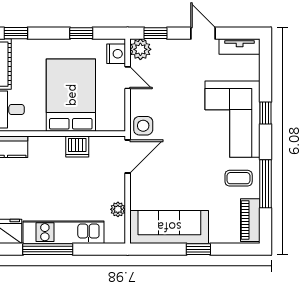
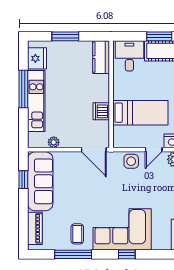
bed: (71, 95) -> (140, 113), width x0.67
side table: (143, 126) -> (131, 161), moved
piano: (250, 220) -> (35, 228), moved, turned 90
window: (198, 249) -> (23, 180), moved

